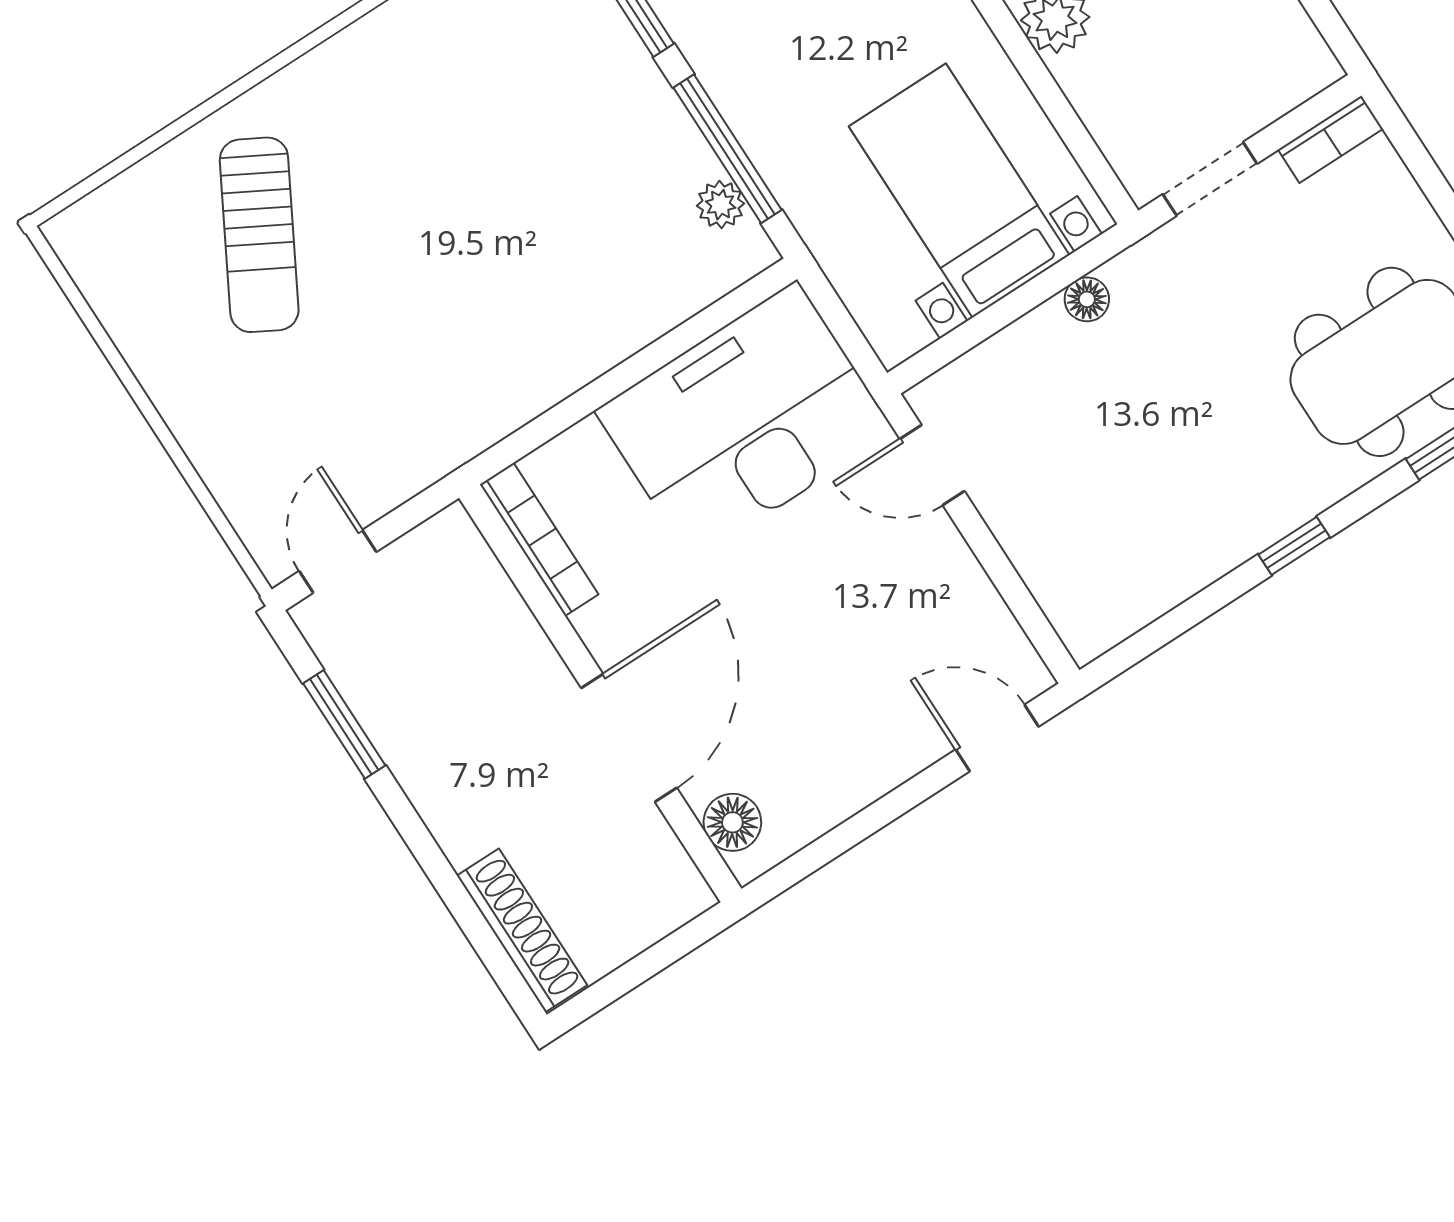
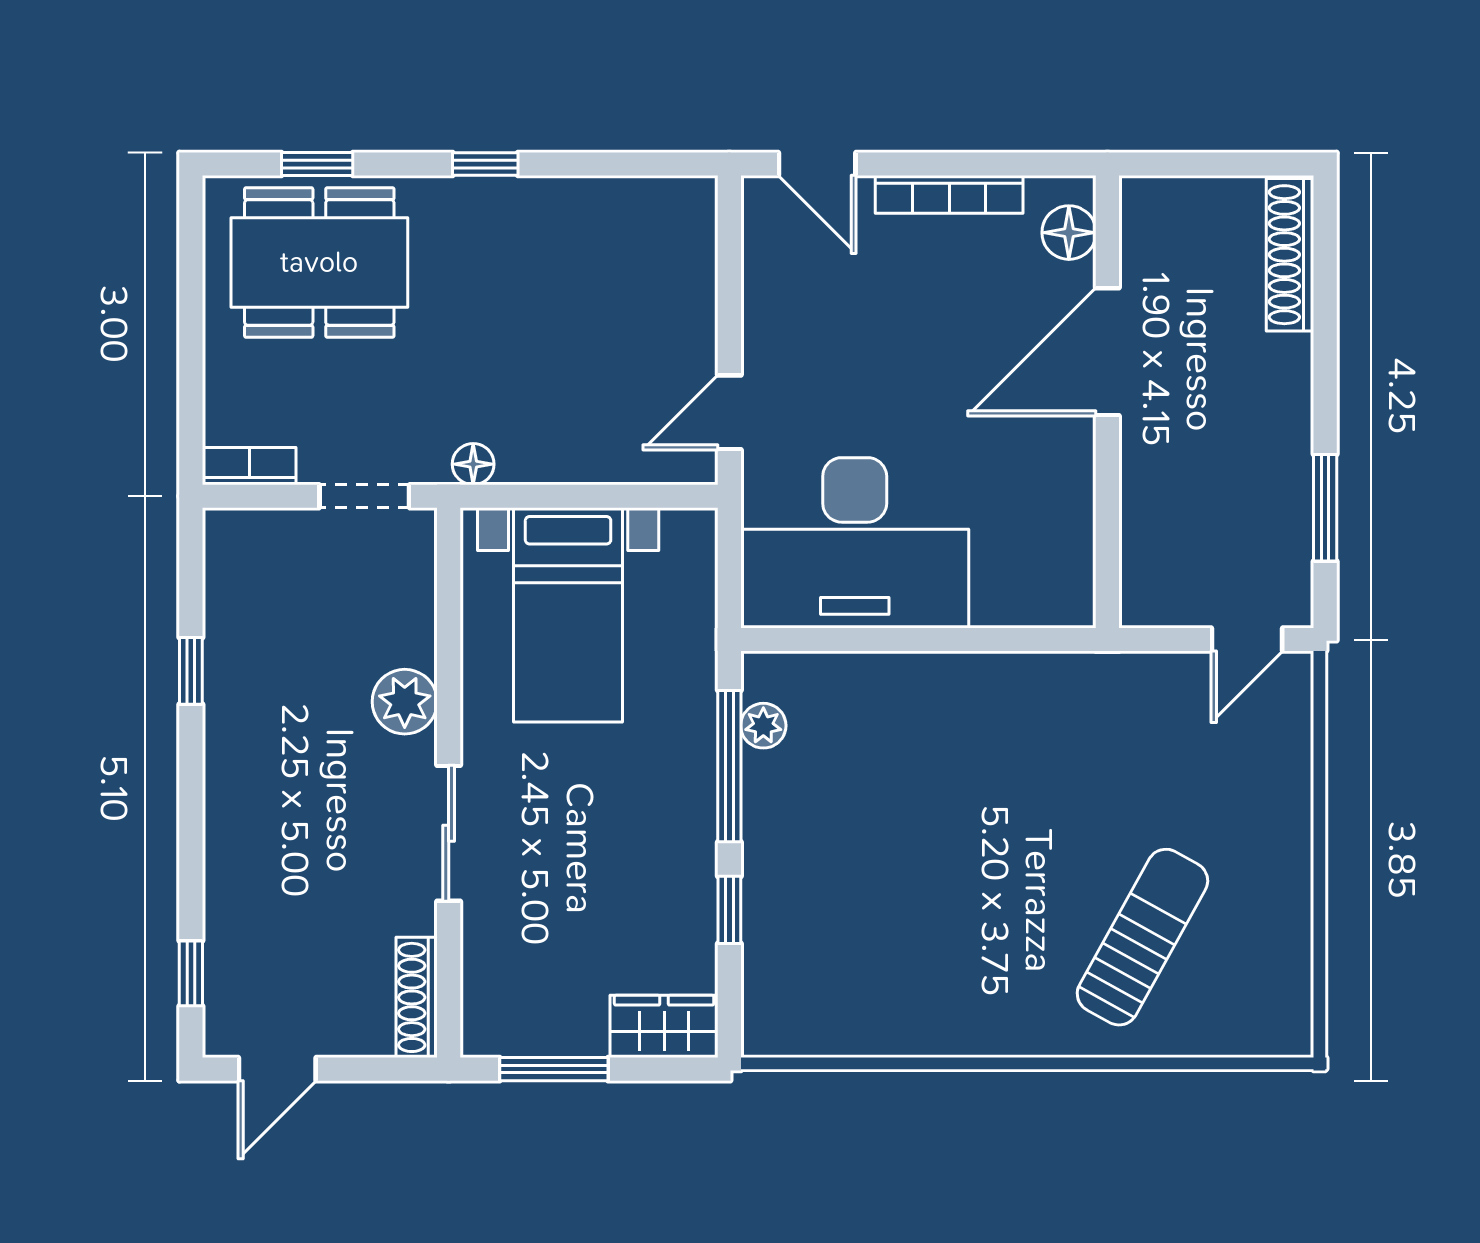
floor lamp: (1087, 299) -> (473, 464), moved
door: (932, 465) -> (729, 412), swing flipped
bookcase: (539, 539) -> (949, 194), moved, turned -90

